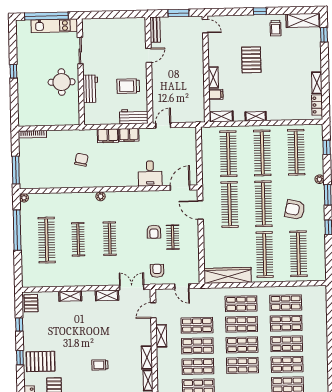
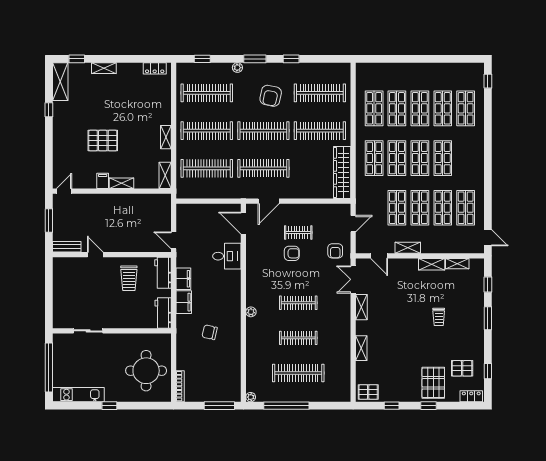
window: (260, 11) -> (49, 110), moved
kitchen unit: (54, 26) -> (78, 395), moved, turned -90
trolley: (276, 28) -> (68, 113), removed
round table: (62, 82) -> (146, 371), moved, width x1.36, depth x1.36
shelving: (317, 83) -> (104, 68), moved
workbench: (90, 89) -> (163, 313), moved, turned -90
filing cabinet: (216, 94) -> (103, 181), moved
armchair: (157, 271) -> (335, 251), turned -90

